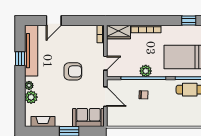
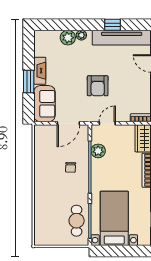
door: (105, 63) -> (107, 123), swing flipped
plant: (146, 71) -> (98, 151), moved
fireplace: (43, 121) -> (40, 71), moved

